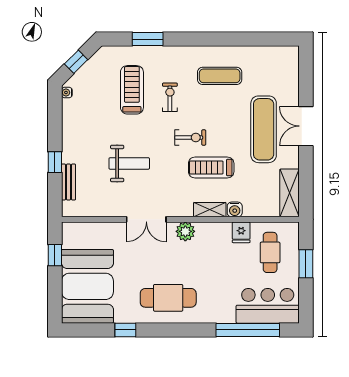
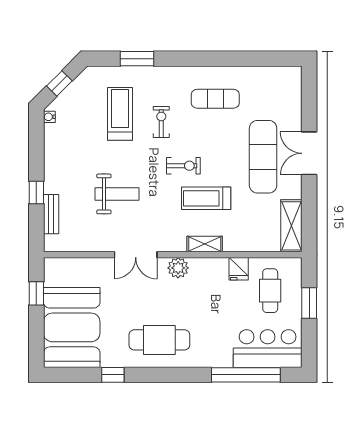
water cooler: (235, 209) -> (232, 244), removed

